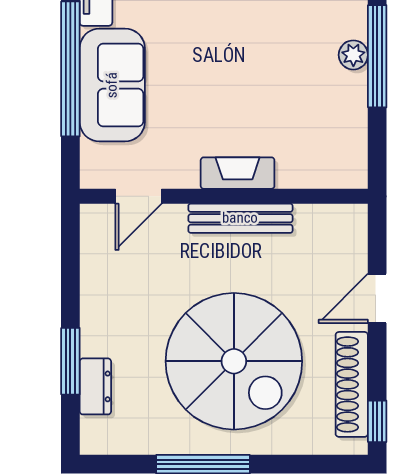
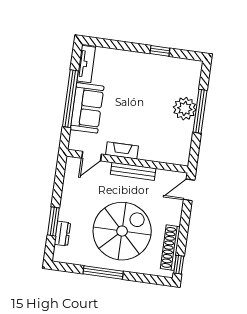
plant: (353, 55) -> (185, 109), width x1.87, depth x1.87
fireplace: (238, 173) -> (122, 150), moved
door: (377, 298) -> (189, 190), moved
spiral stairs: (234, 361) -> (122, 231), turned -90

